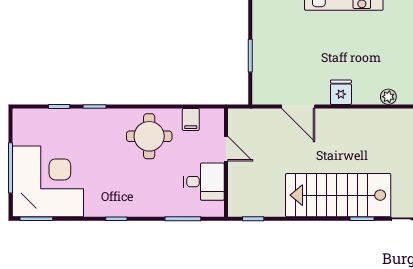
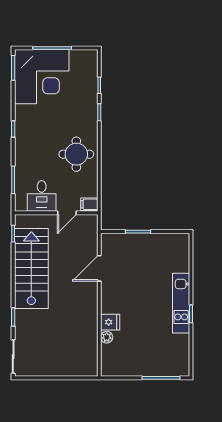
fridge: (341, 92) -> (110, 322), moved
filing cabinet: (191, 119) -> (89, 204), moved
stairs: (338, 195) -> (31, 268), moved

